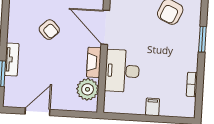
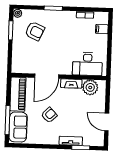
desk: (122, 71) -> (87, 64), moved
filing cabinet: (152, 107) -> (102, 29), moved

